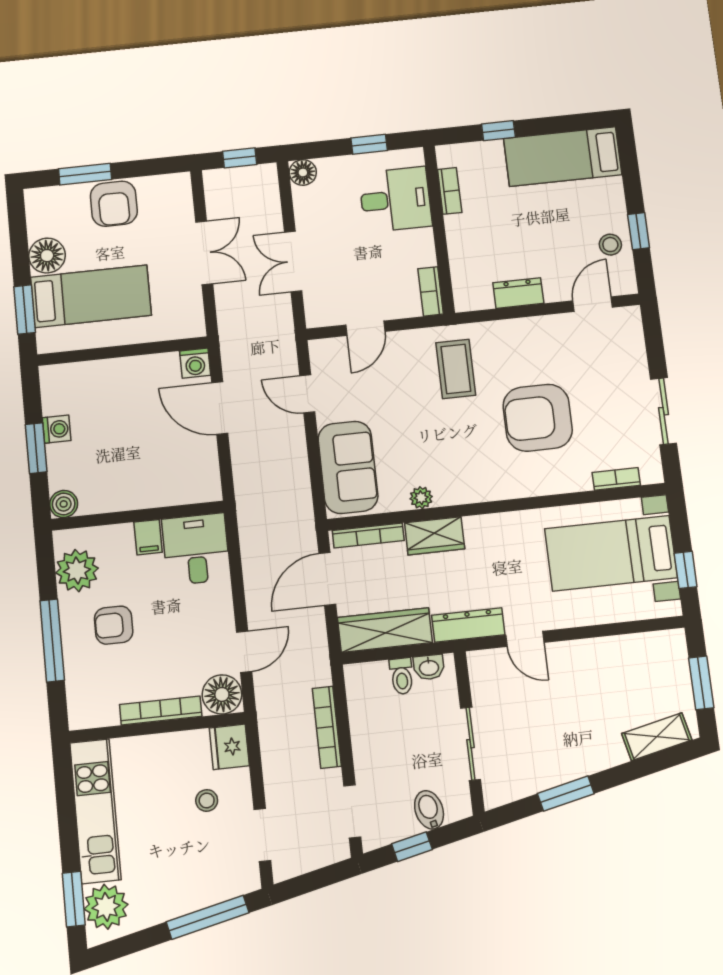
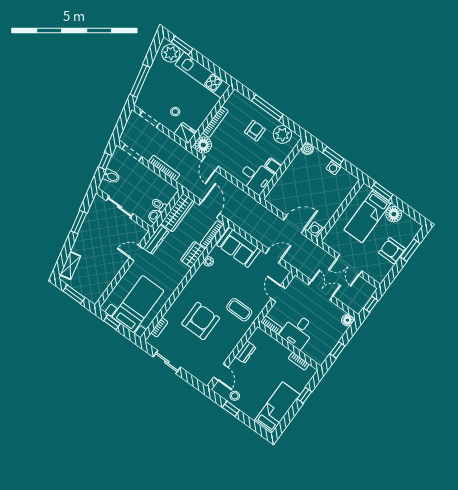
desk: (395, 199) -> (298, 331), moved

